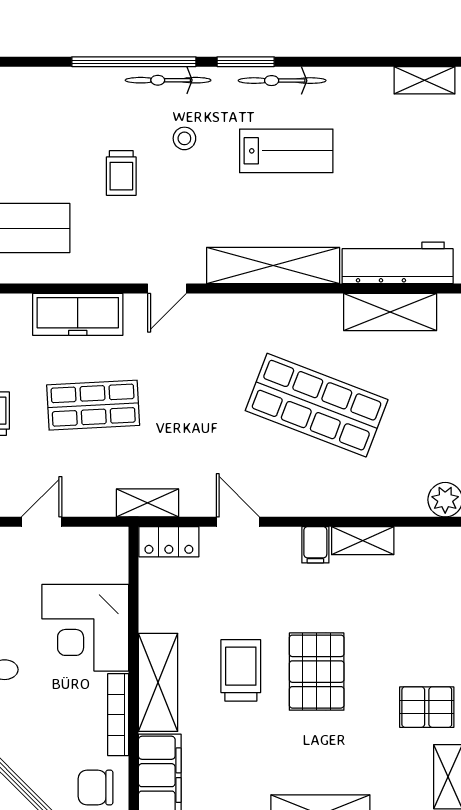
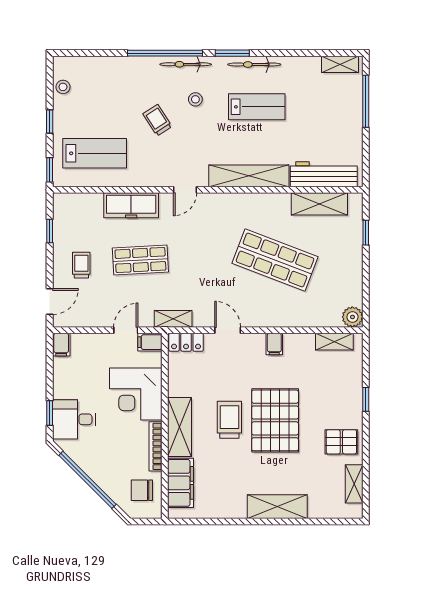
trolley: (121, 173) -> (157, 120), turned 147
door: (42, 522) -> (126, 330), moved
filing cabinet: (109, 541) -> (150, 342), added
shelving: (363, 541) -> (334, 342), moved
pallet: (317, 672) -> (275, 420), width x1.37, depth x1.41

